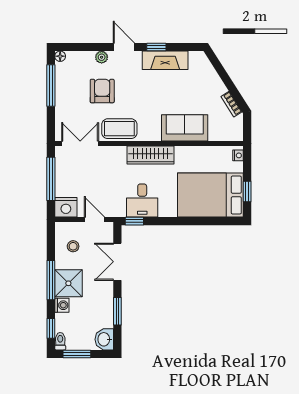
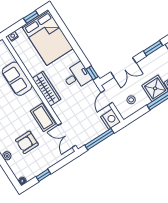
window: (51, 85) -> (43, 175), width x0.46

